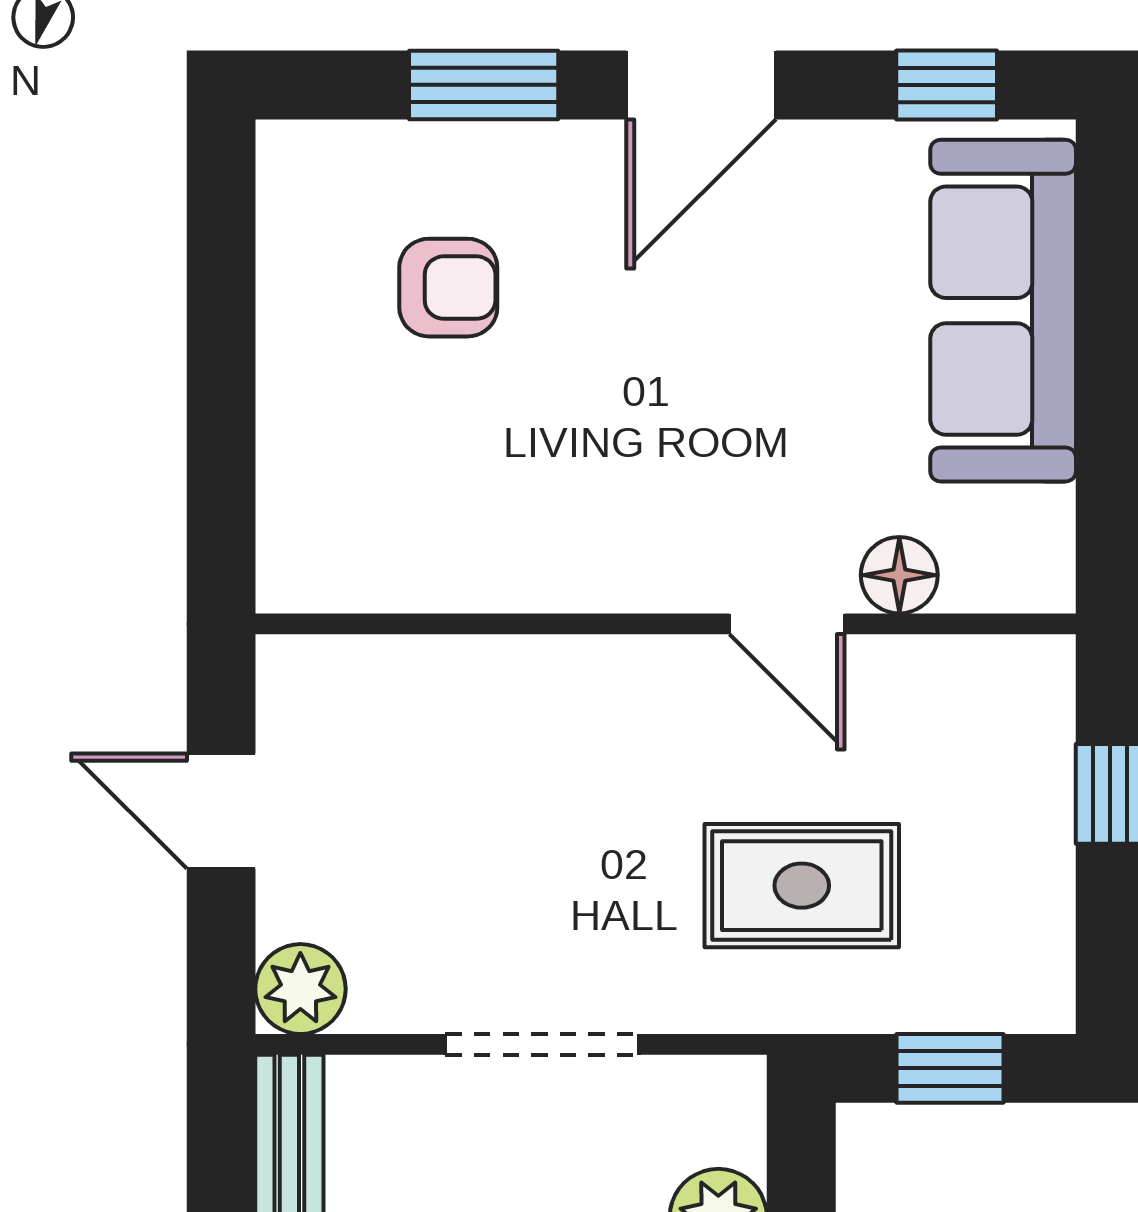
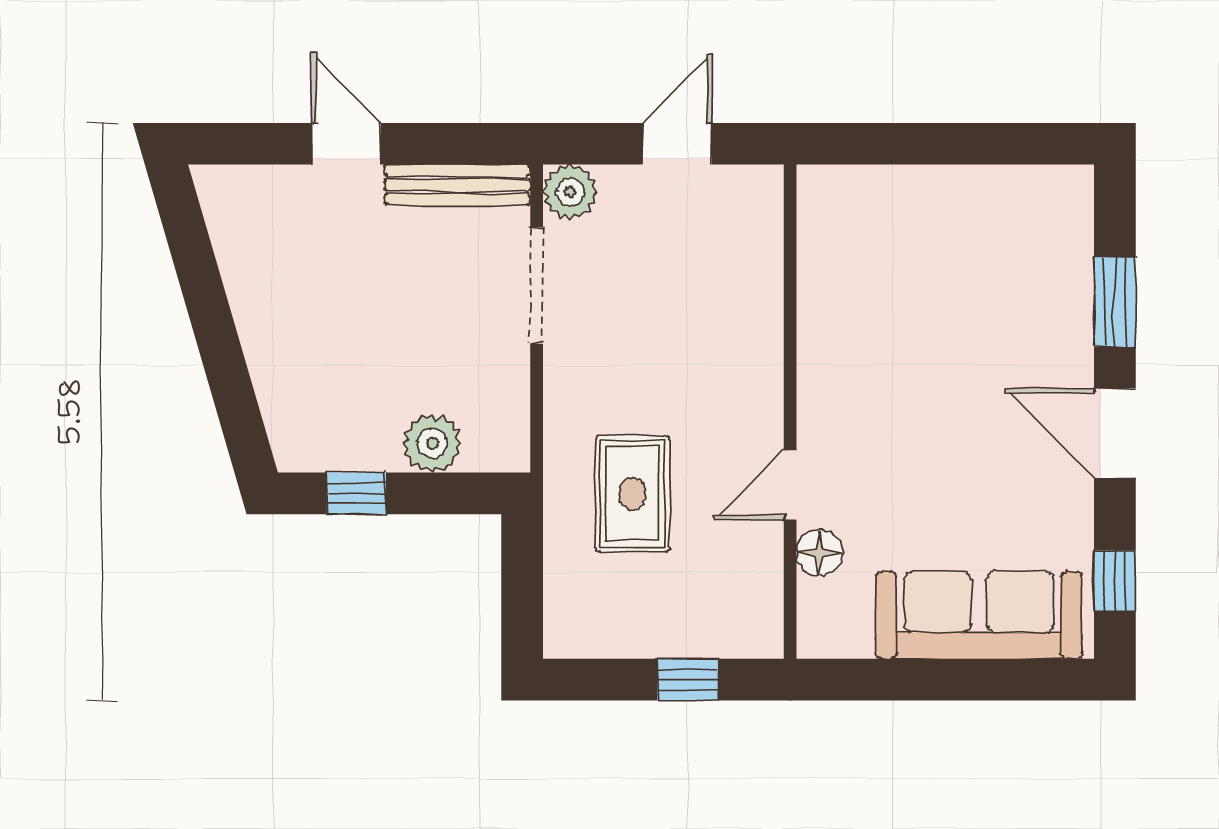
armchair: (448, 288) -> (993, 281), removed
doorway: (542, 1044) -> (537, 286), moved
window: (950, 1068) -> (522, 583), removed

